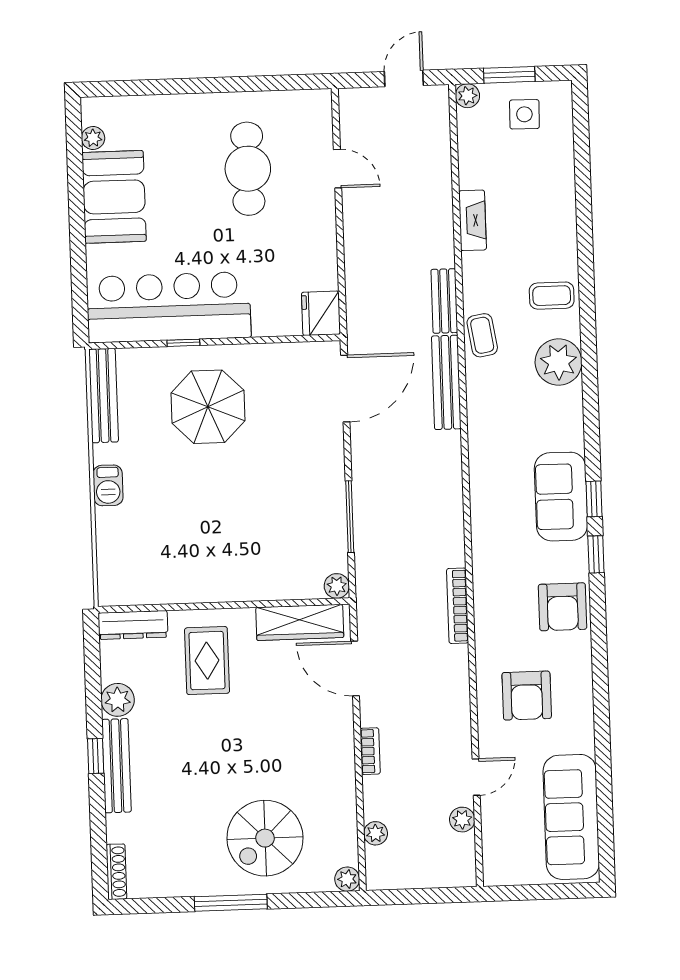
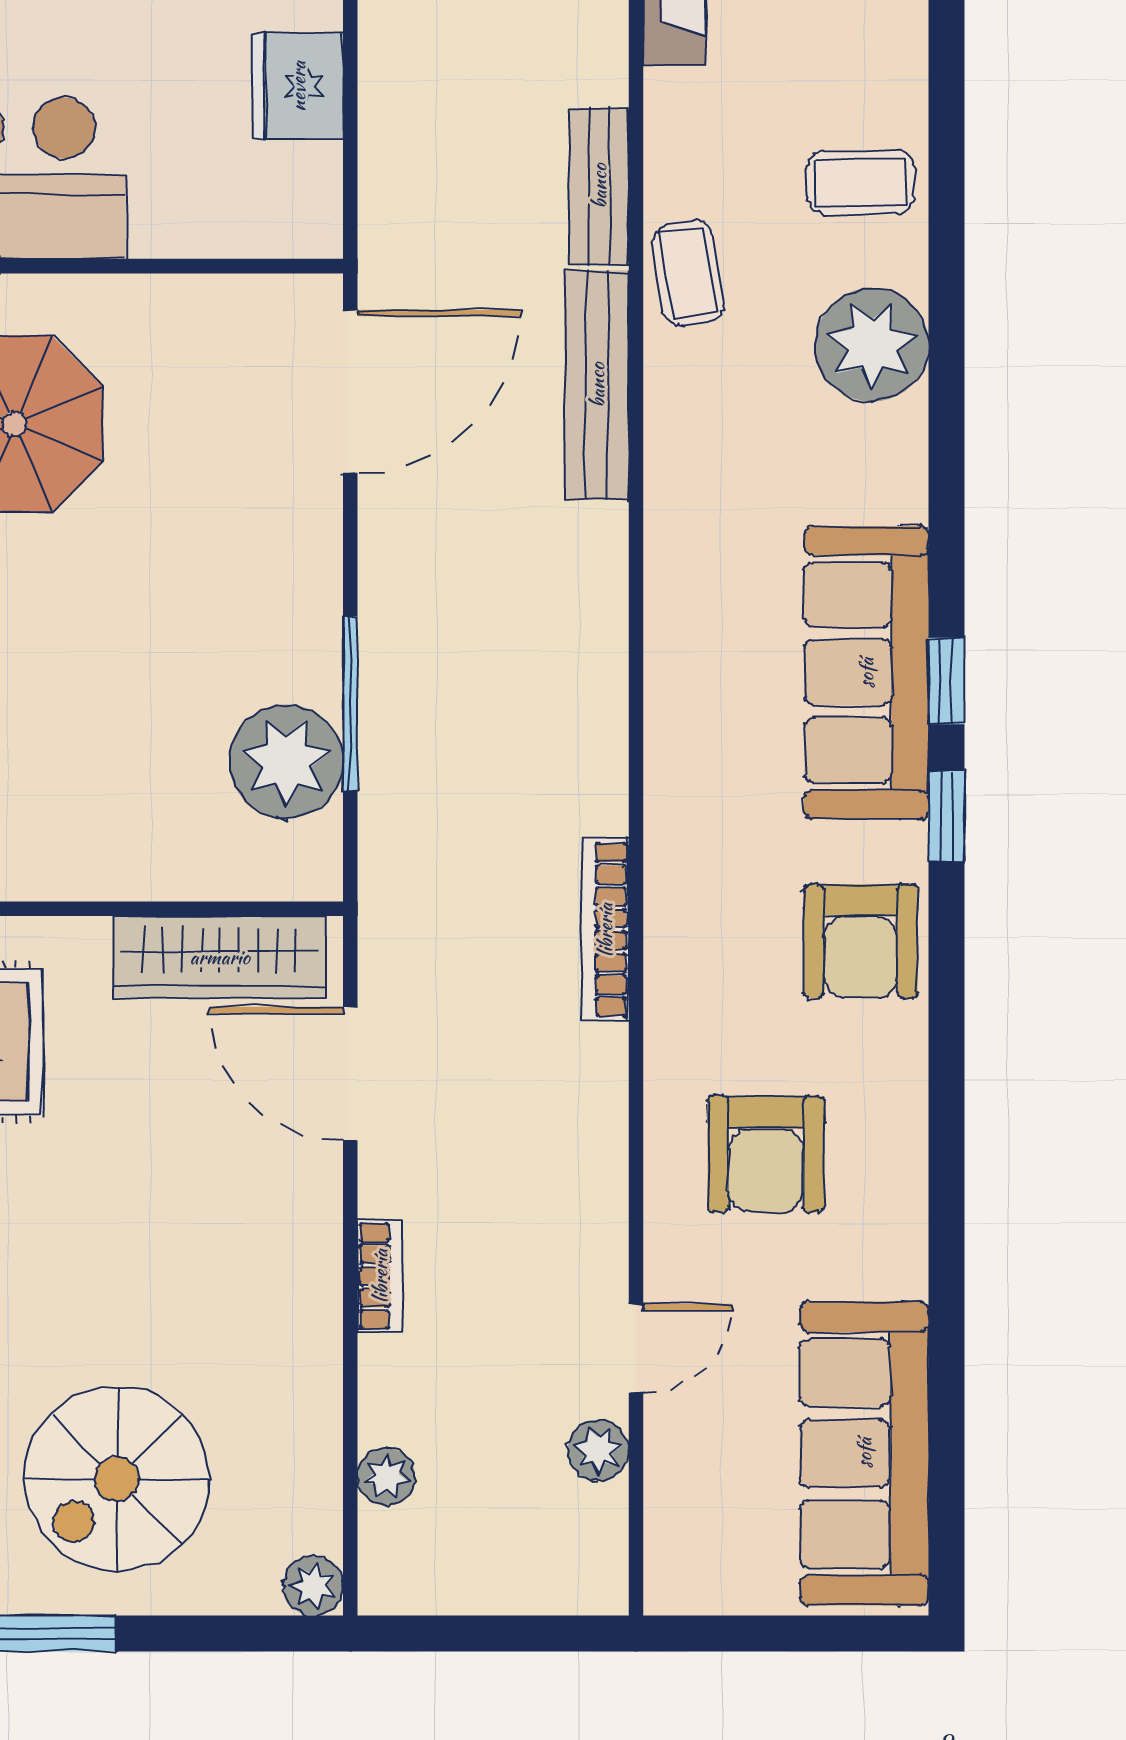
fridge: (321, 313) -> (298, 86), moved
sofa: (561, 497) -> (866, 673), width x1.36
plant: (337, 586) -> (286, 761), moved, width x1.88, depth x1.88

